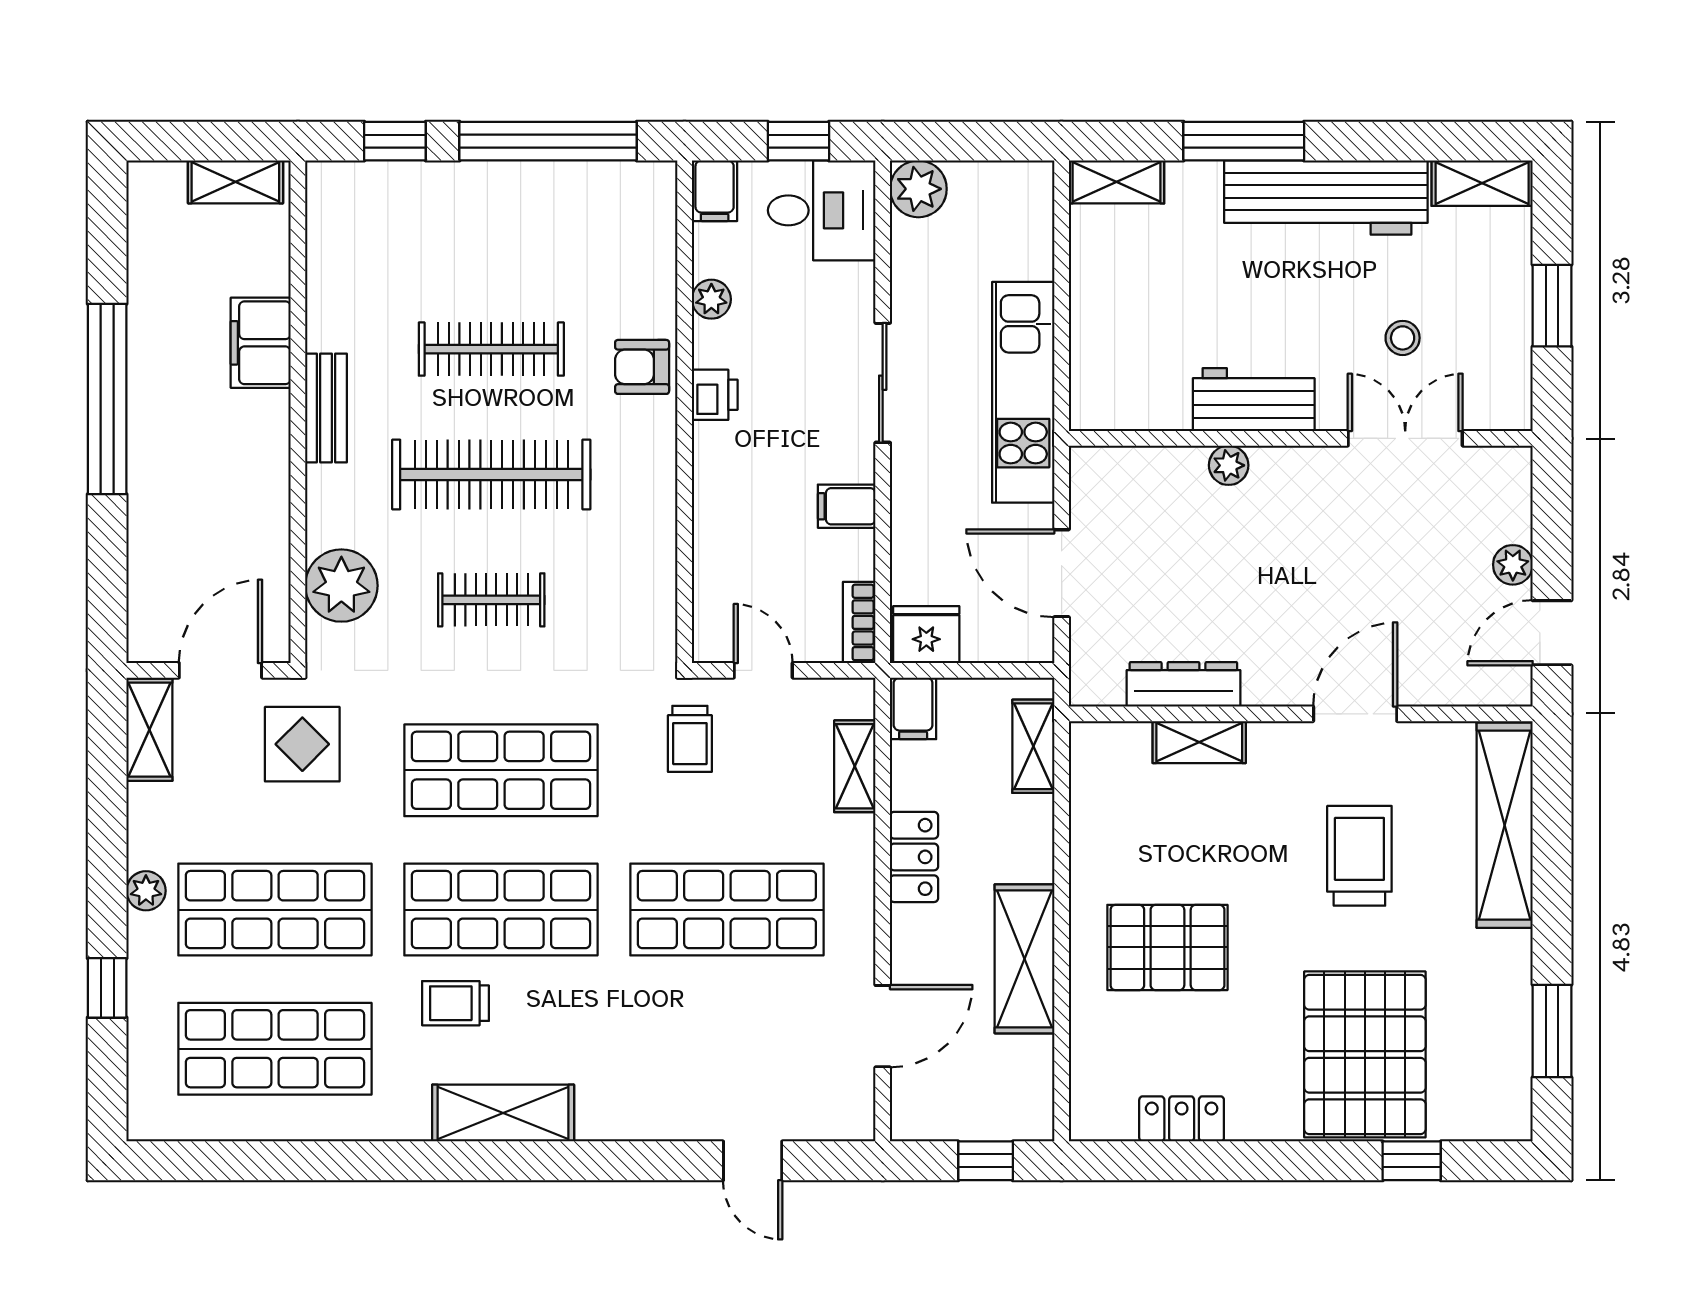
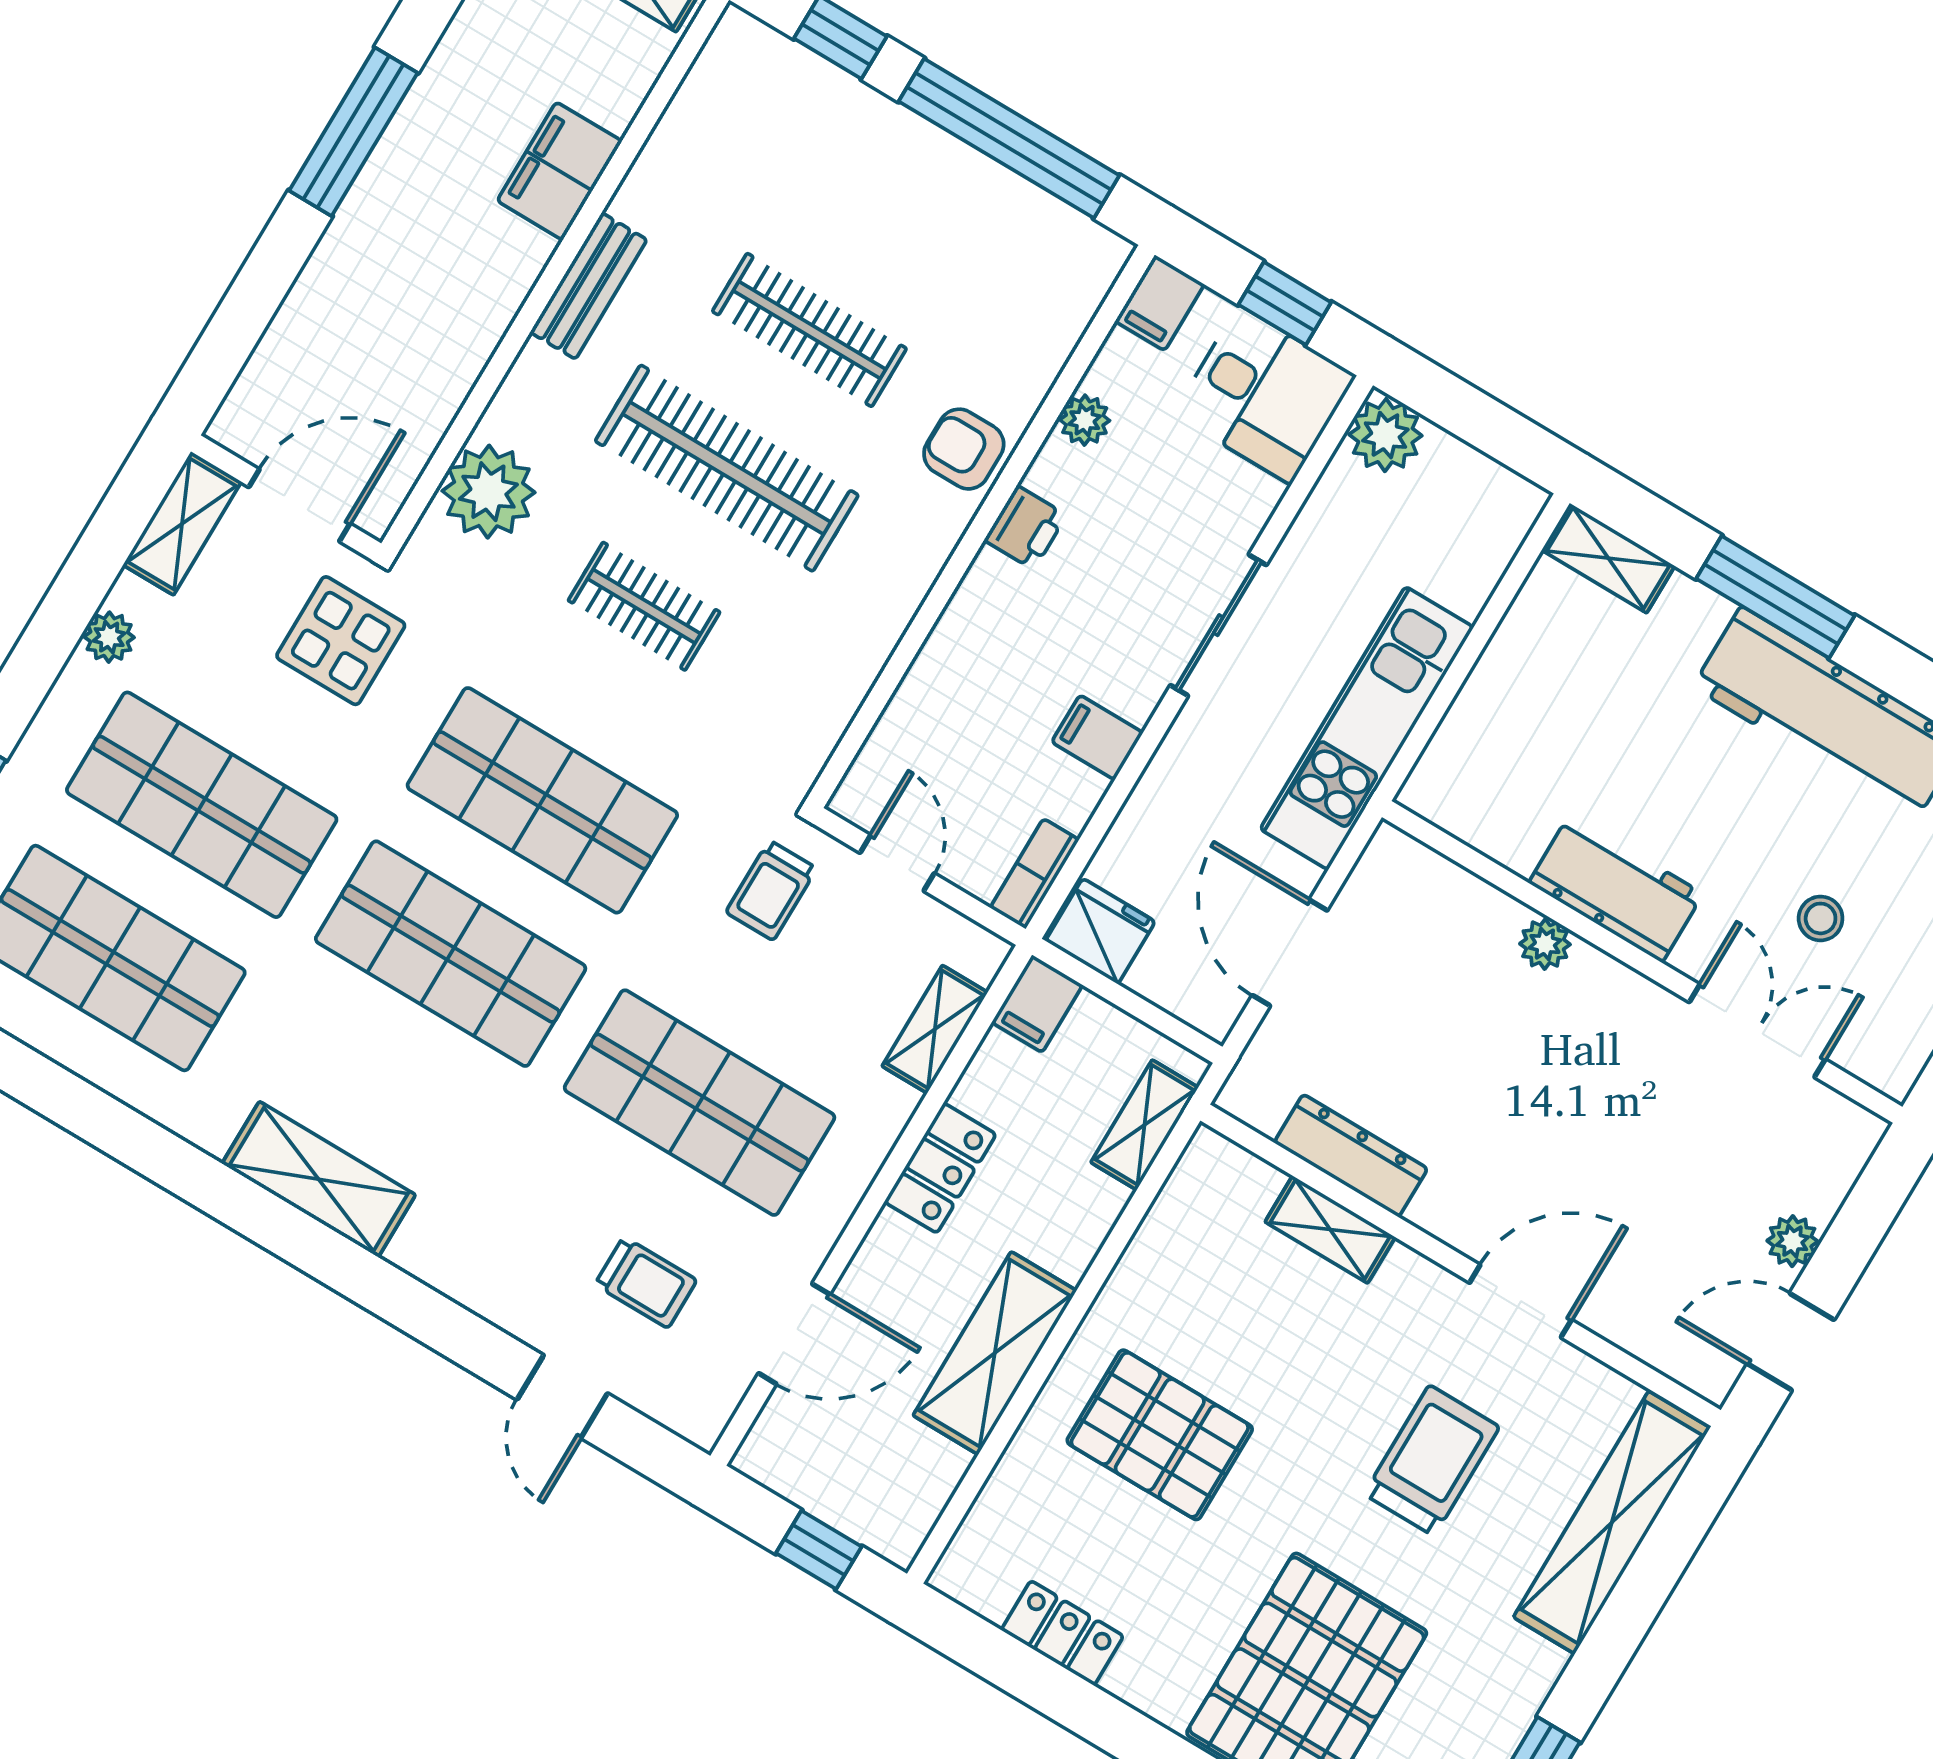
window: (107, 399) -> (353, 132), width x0.68
plant: (146, 891) -> (109, 637), moved
trolley: (456, 1003) -> (646, 1282), moved, turned 180

